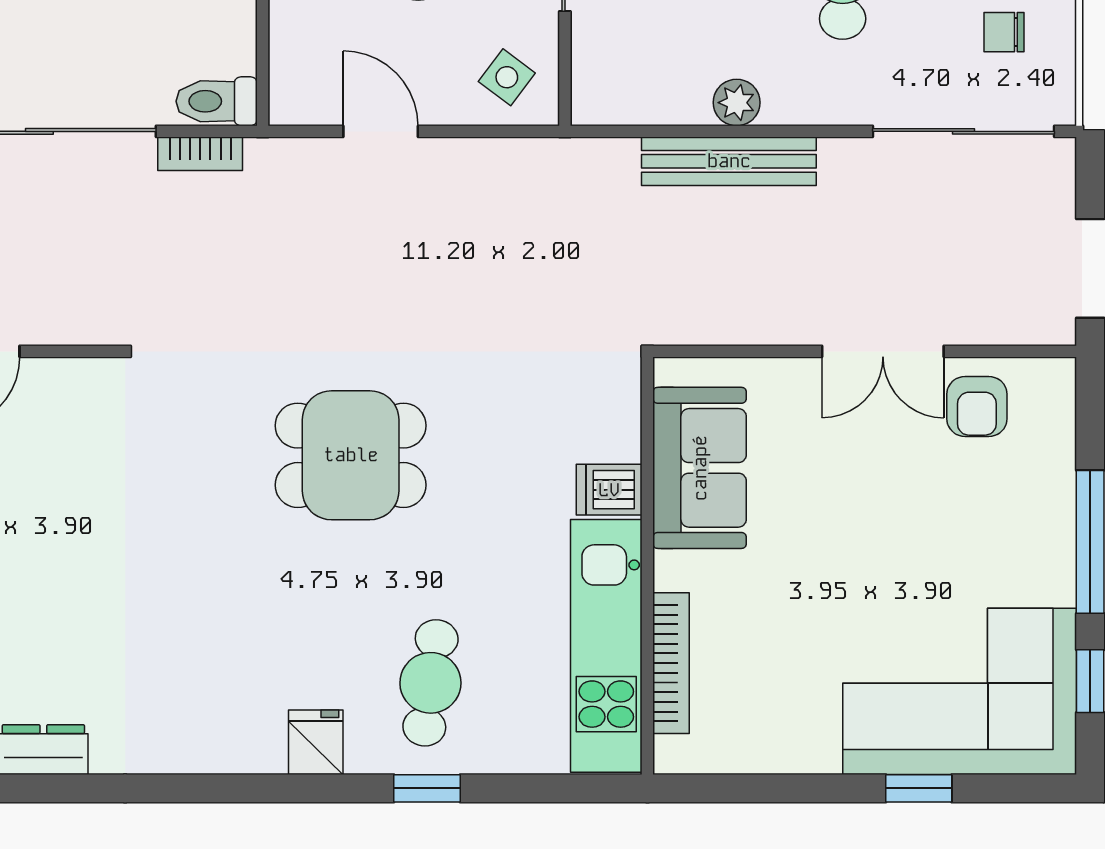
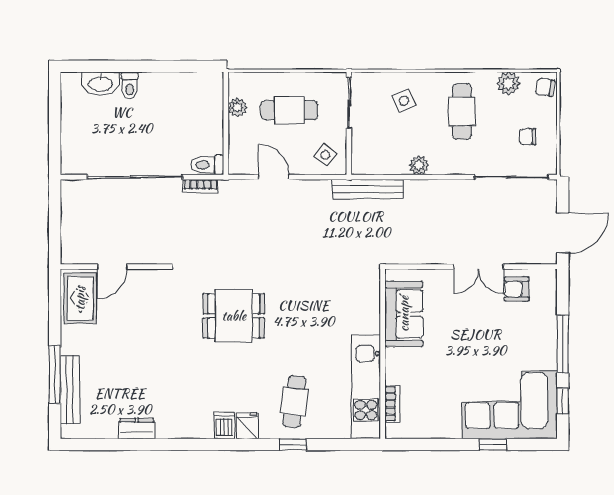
bench: (729, 161) -> (368, 189), moved
armchair: (977, 406) -> (517, 289), turned 90
dining table: (351, 455) -> (234, 316), moved
dishwasher: (609, 490) -> (224, 426), moved, turned 90
bookcase: (671, 663) -> (392, 404), width x0.64

